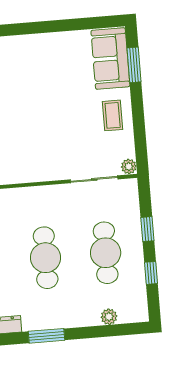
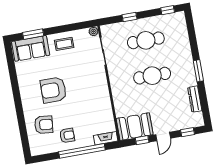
armchair: (37, 90) -> (53, 90), added
window: (151, 273) -> (168, 10), moved
plant: (109, 317) -> (183, 35), removed

